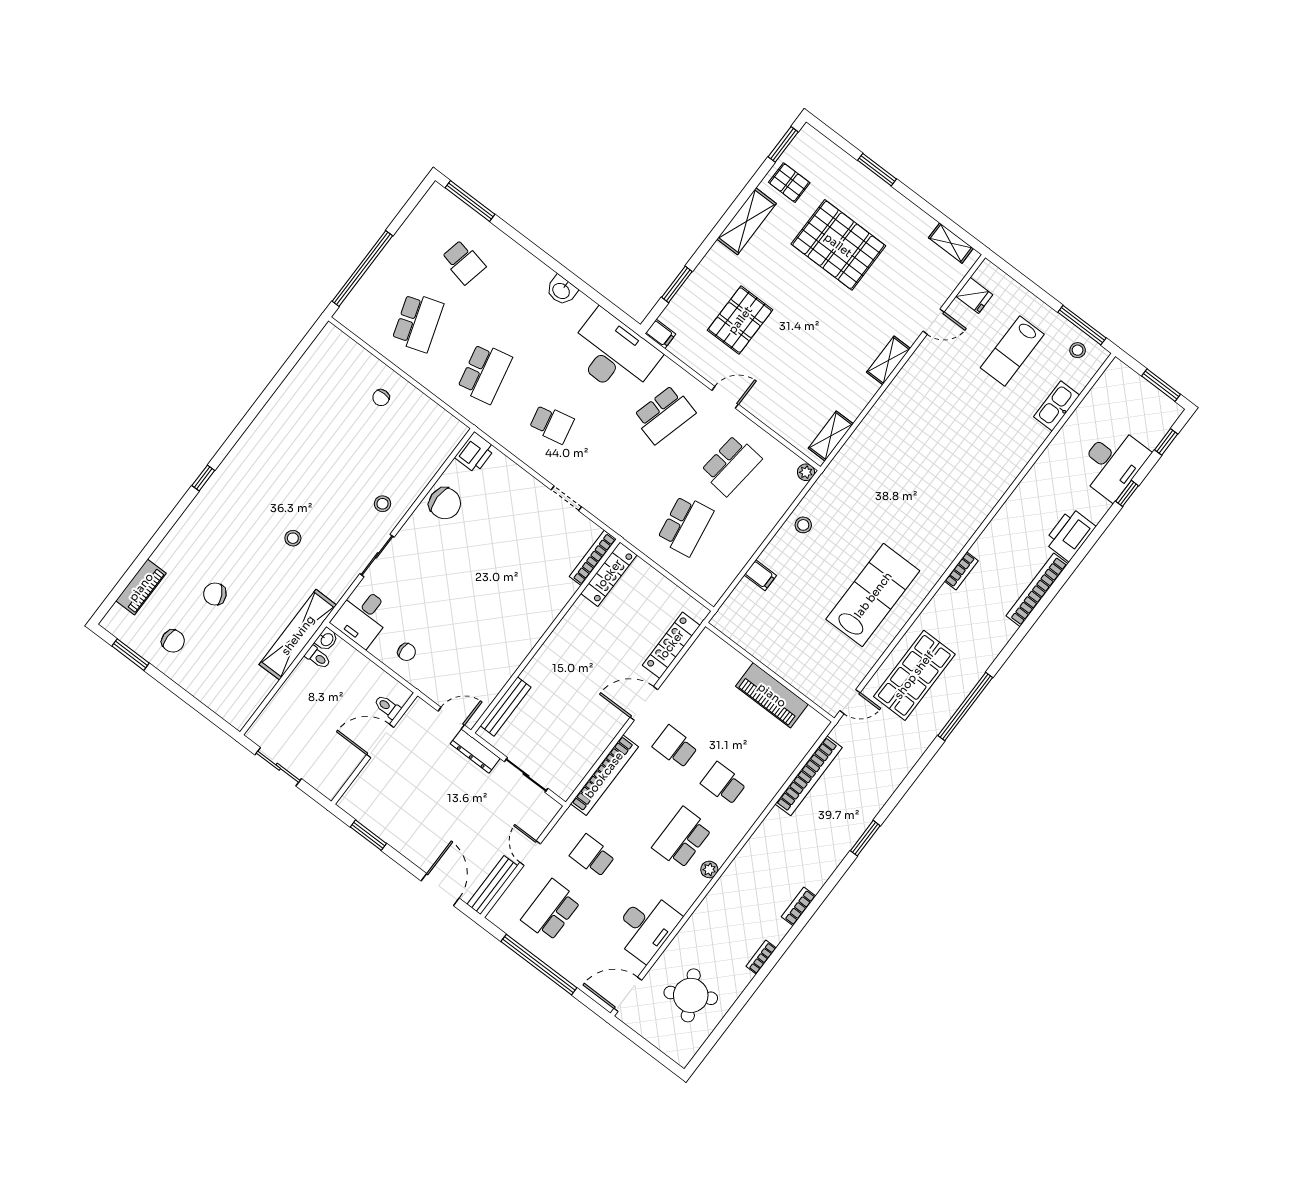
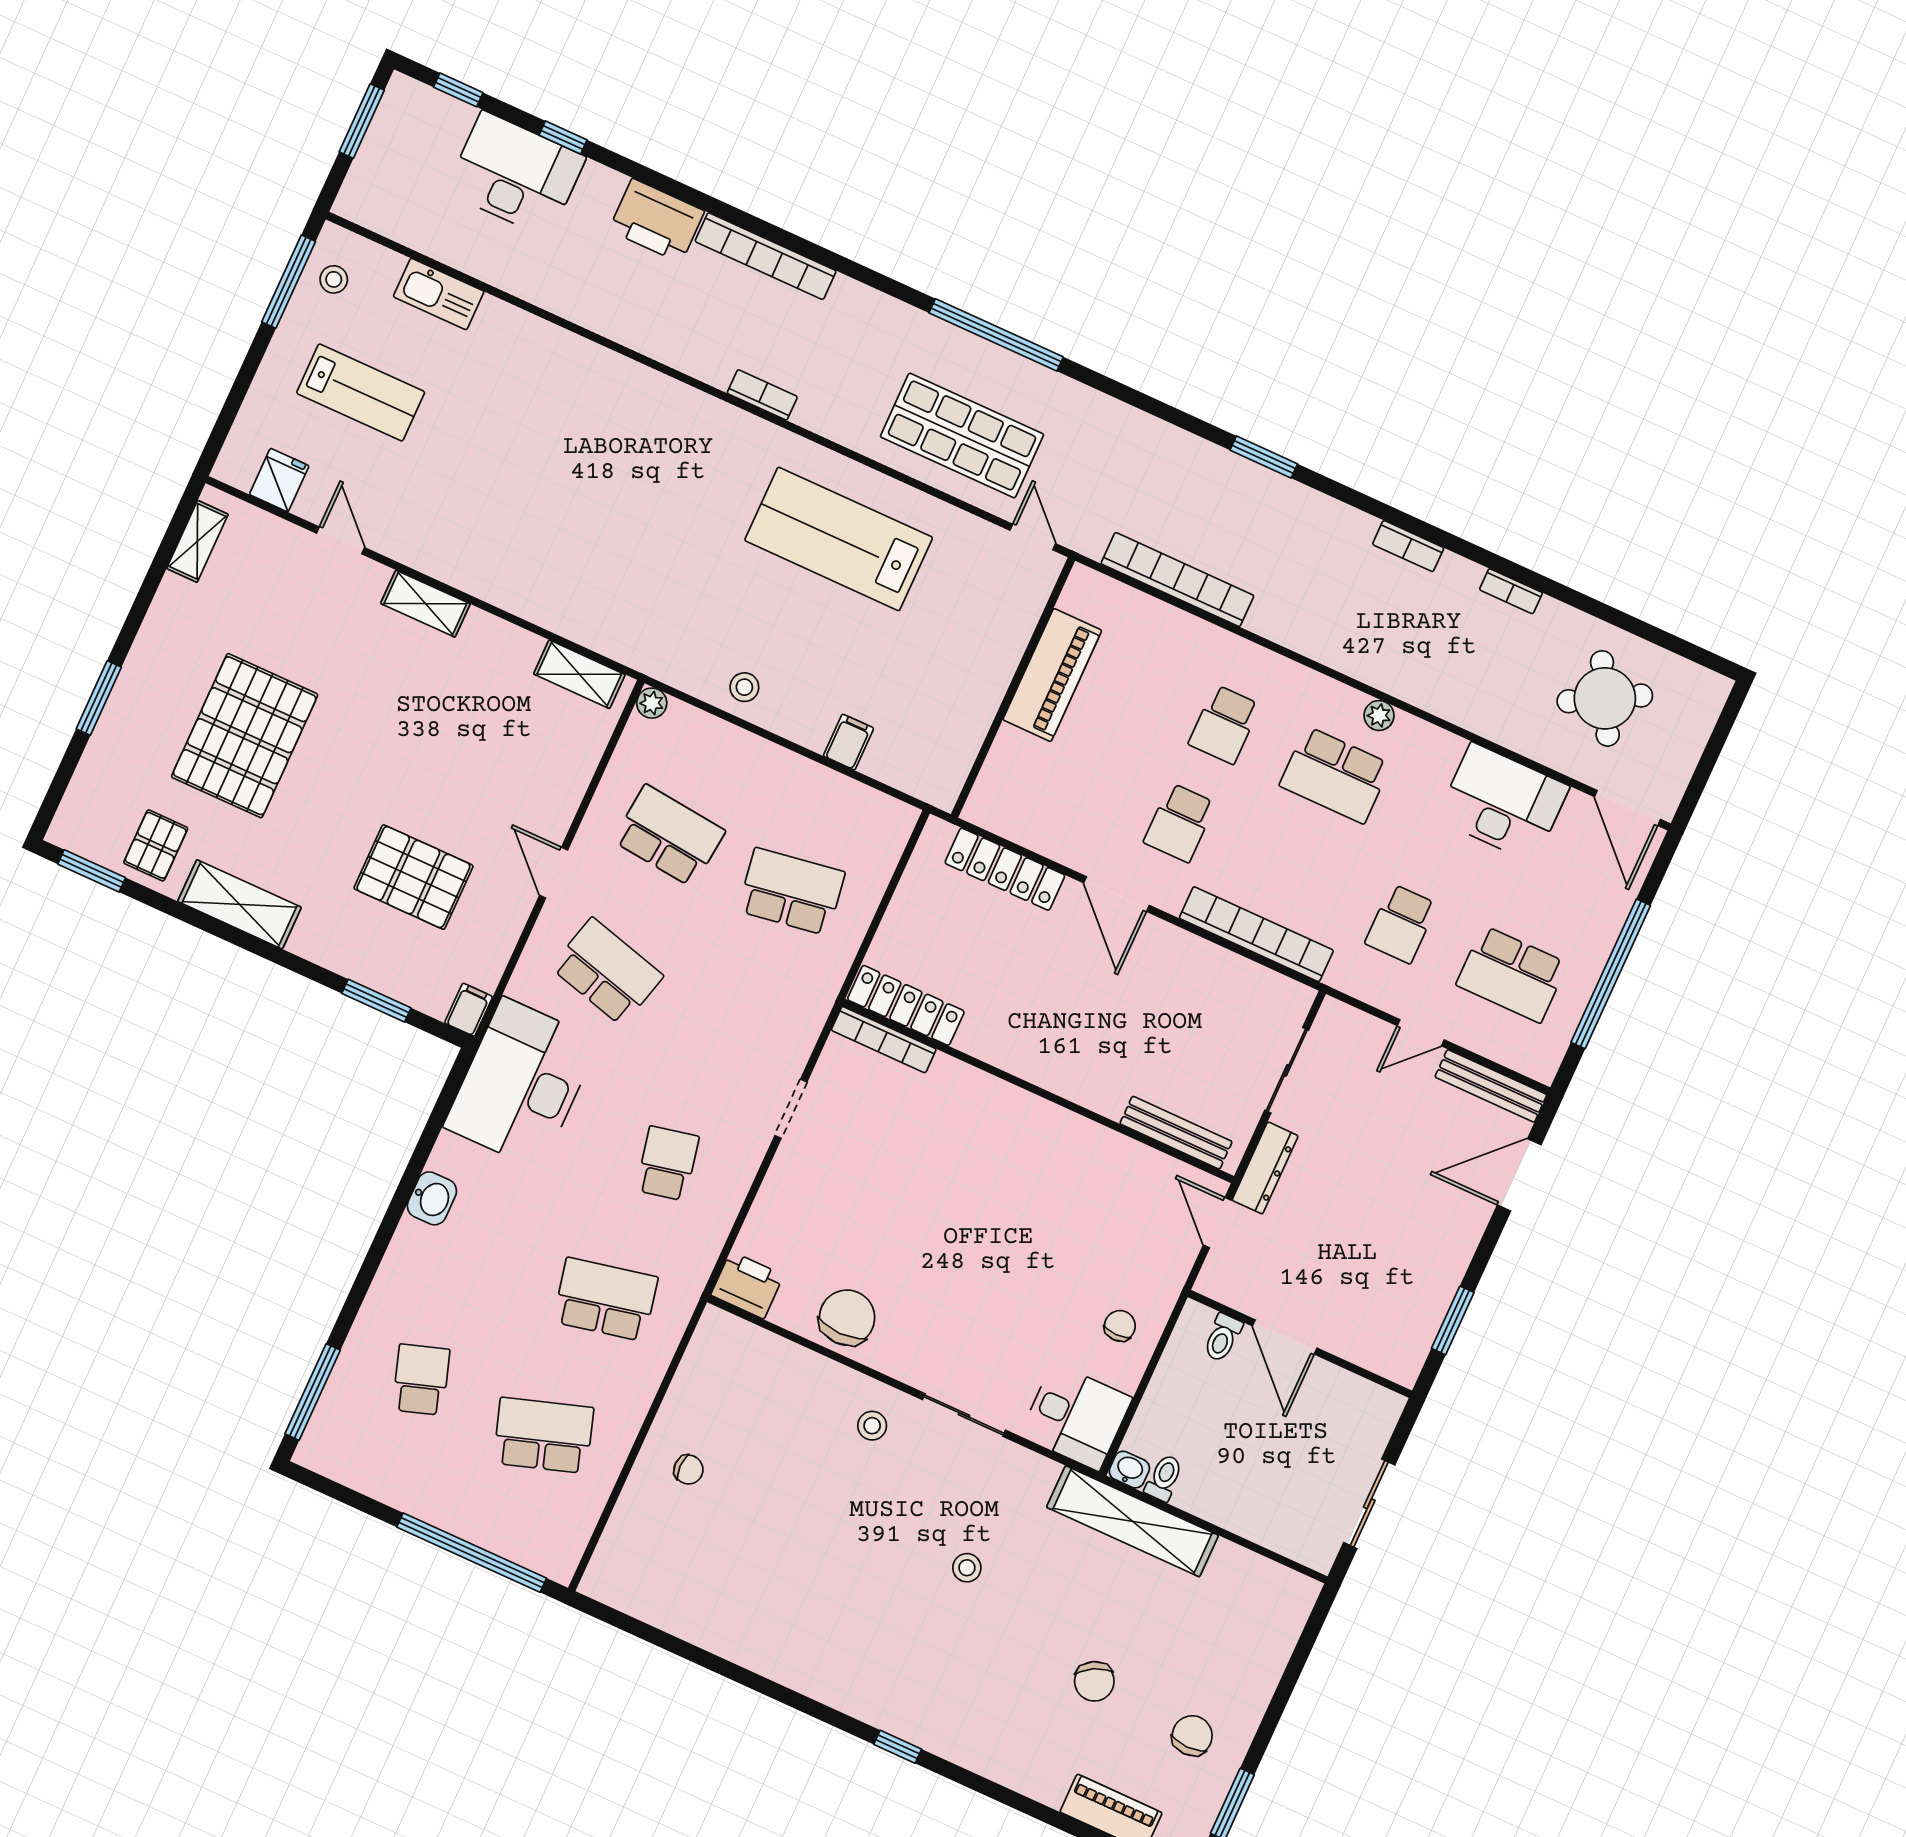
school desk: (463, 262) -> (421, 1380), turned -30

